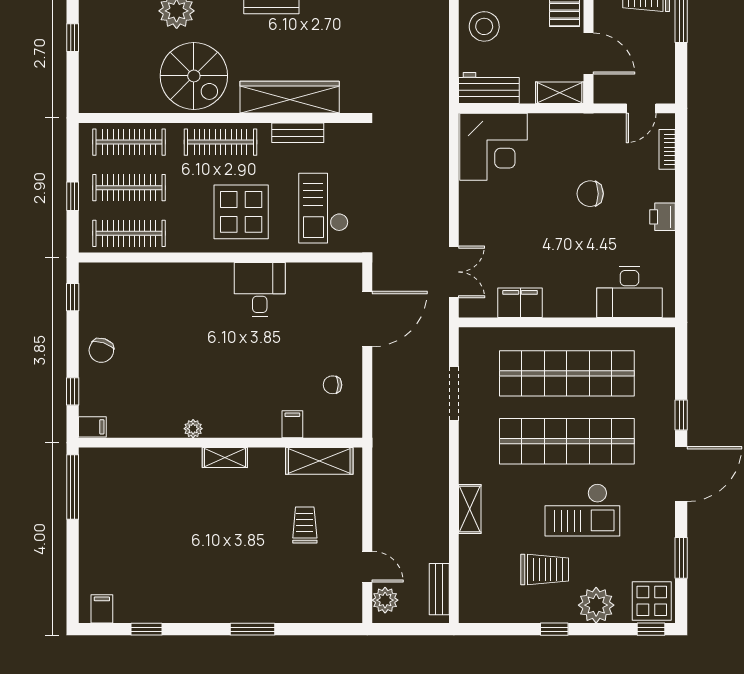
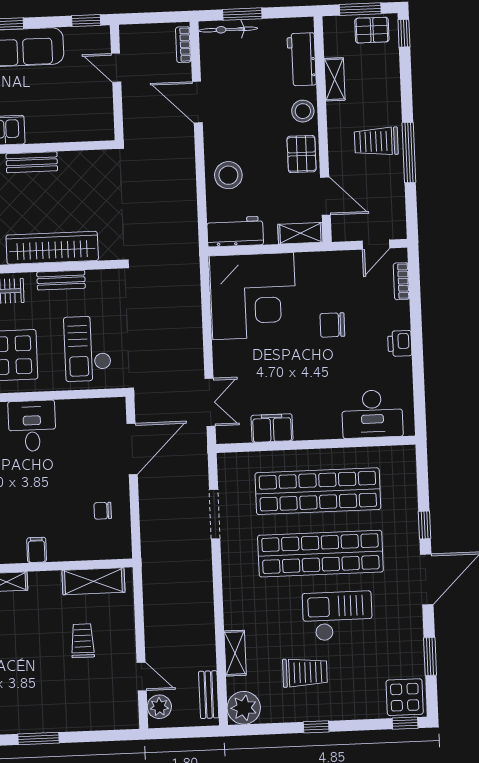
corner desk: (494, 147) -> (253, 296), width x1.36, depth x1.36
filing cabinet: (292, 424) -> (37, 550), moved
shelving: (470, 509) -> (235, 653), moved
checkout: (582, 510) -> (337, 616), turned 180
plant: (596, 605) -> (244, 708), moved

